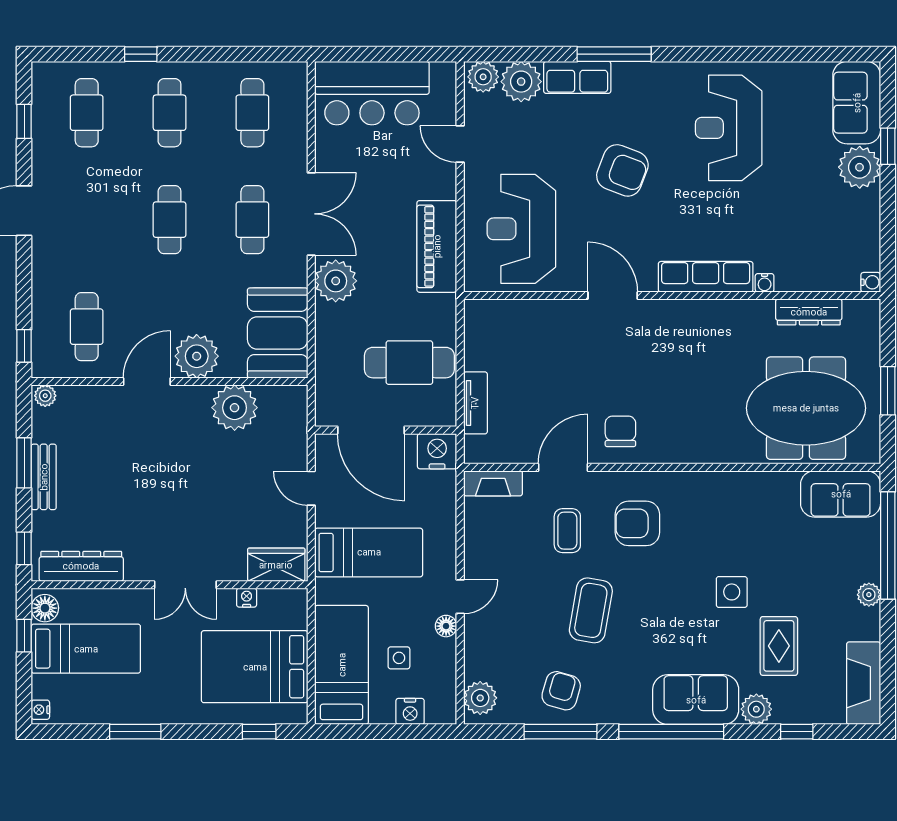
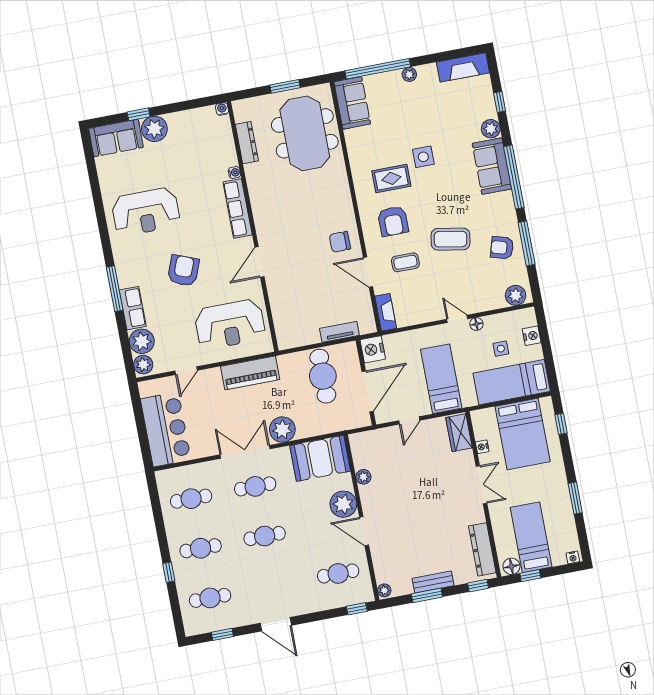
plant: (235, 408) -> (363, 477), width x0.53, depth x0.53
rug: (779, 646) -> (391, 178), moved

